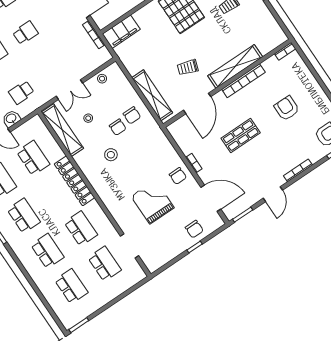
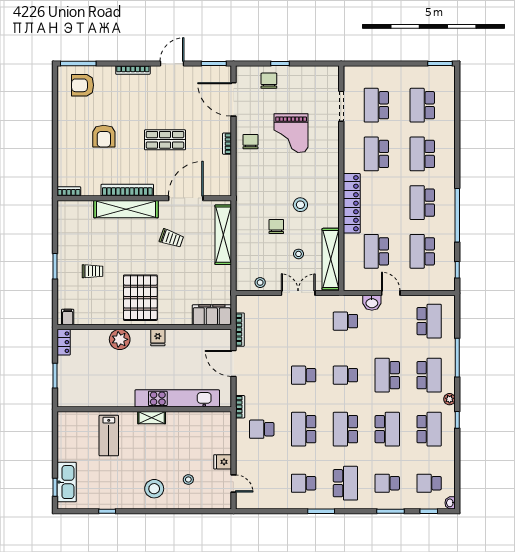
school desk: (21, 92) -> (345, 321), turned 180
chair: (132, 115) -> (255, 229), removed

